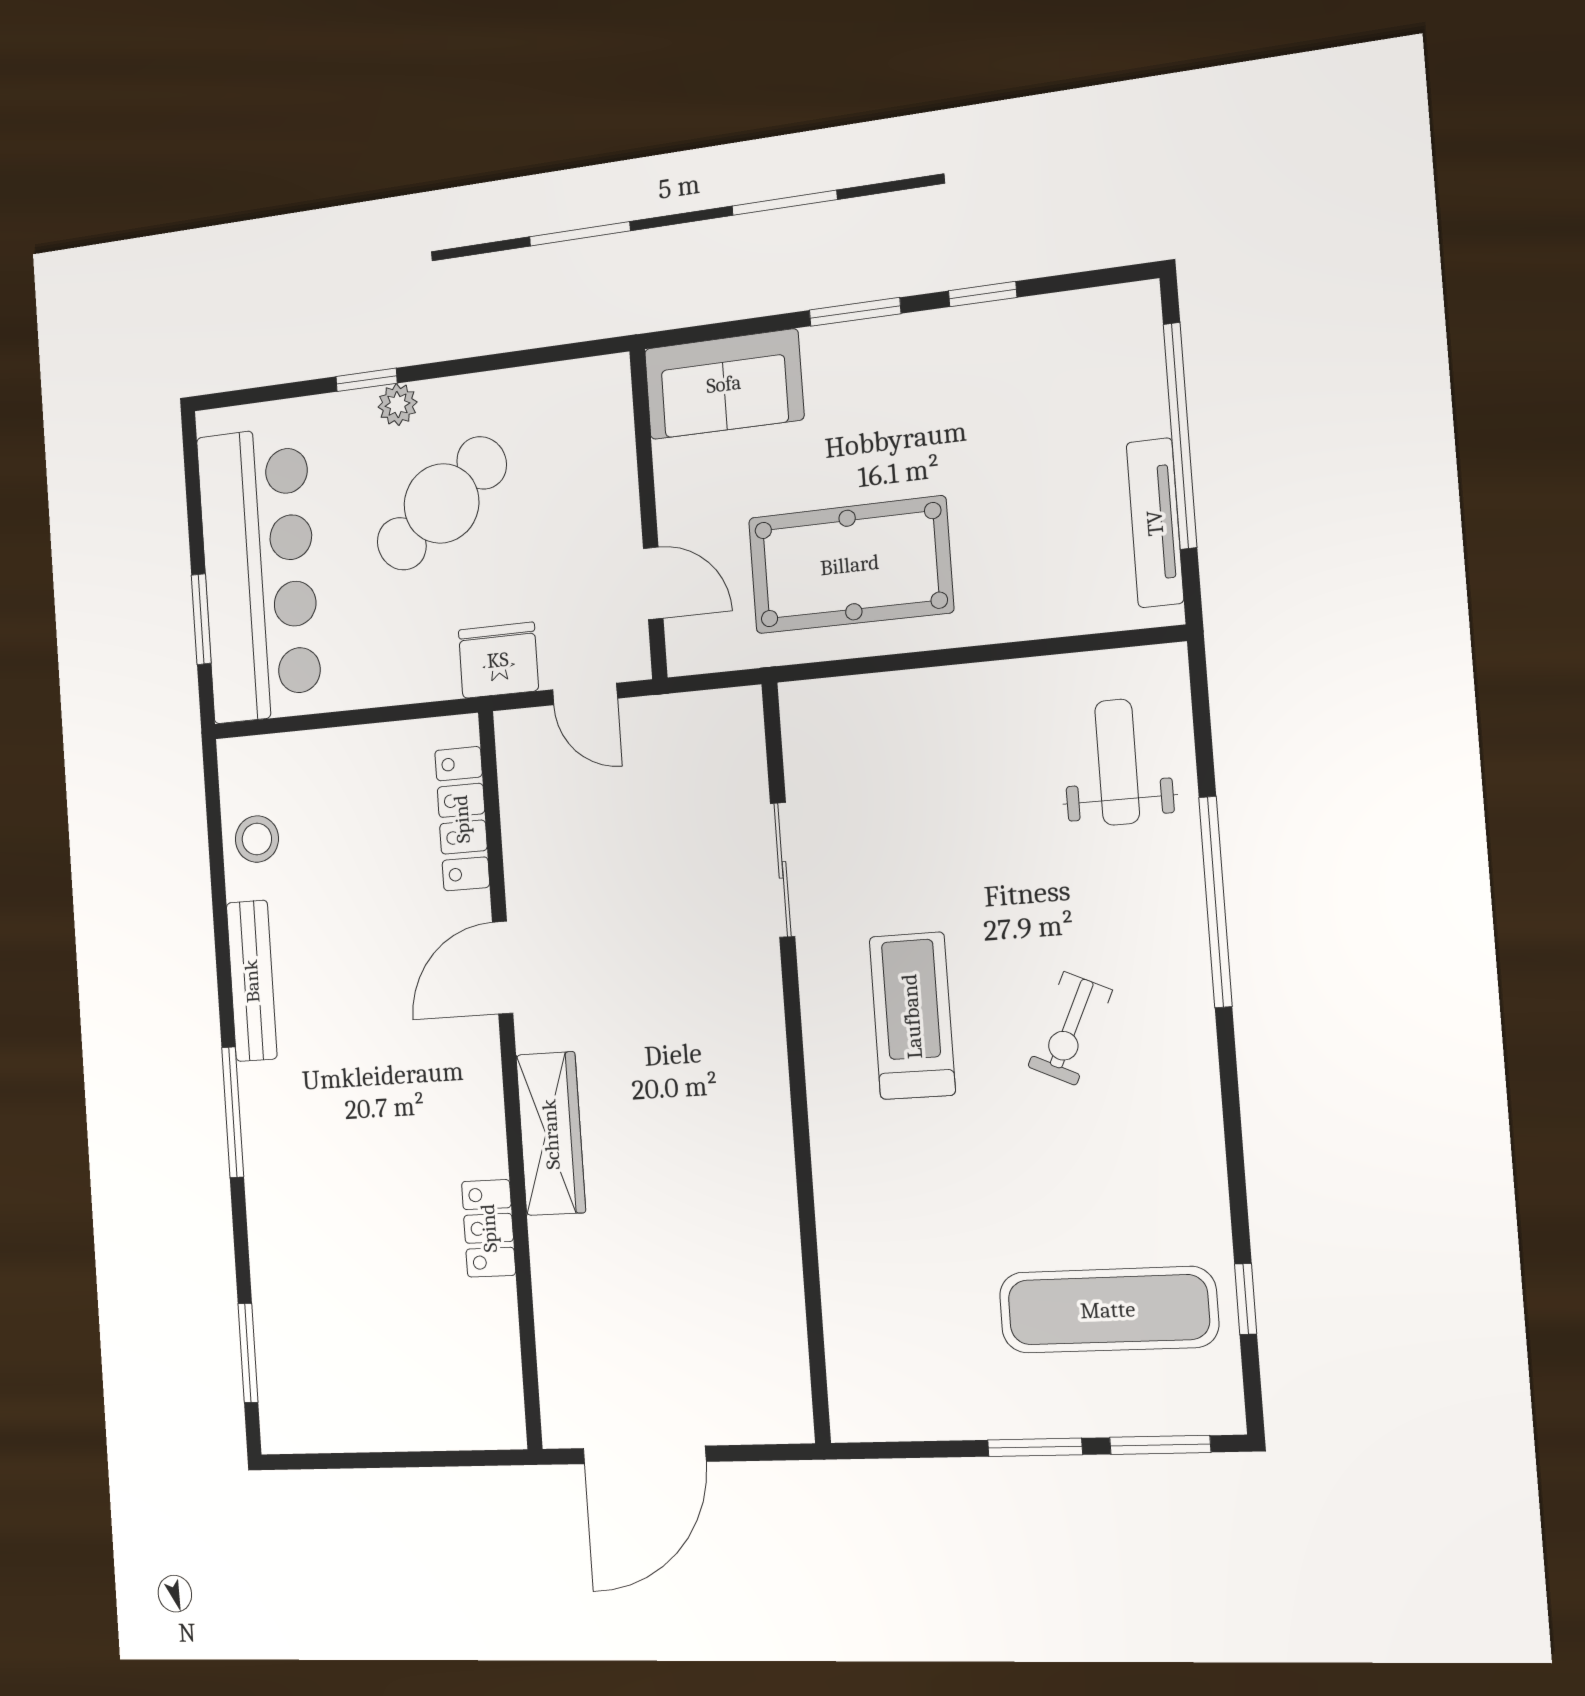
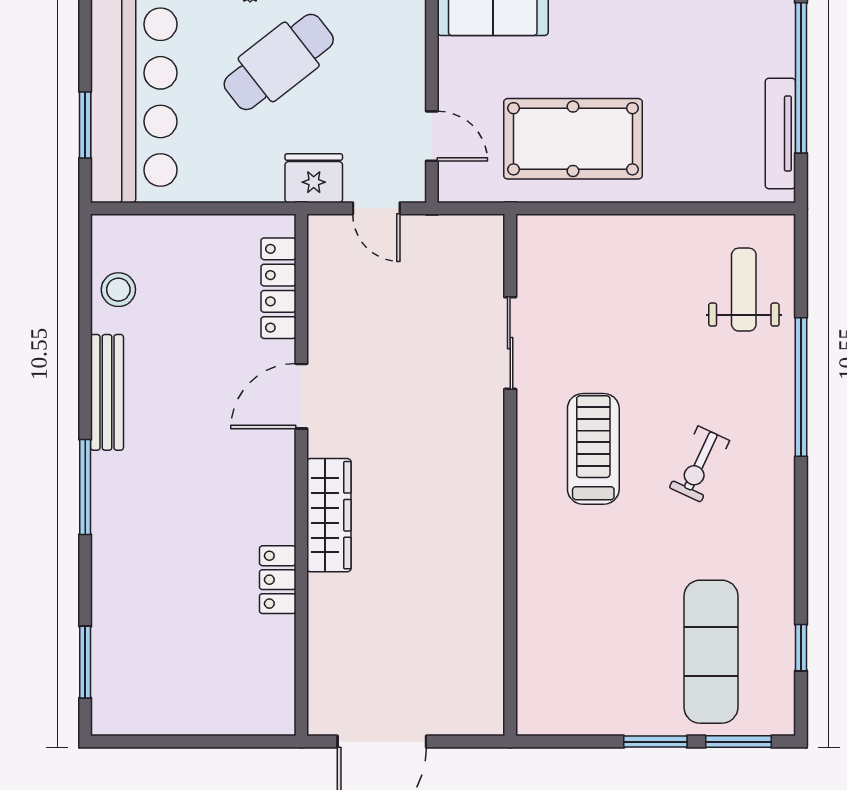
exercise mat: (1108, 1310) -> (711, 652), turned 90

